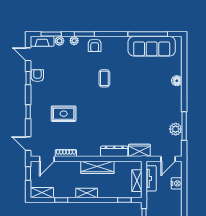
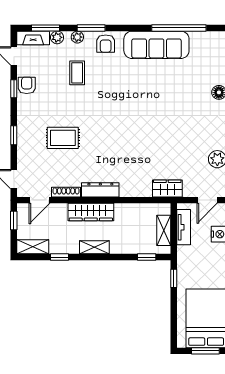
sofa: (152, 46) -> (156, 45), moved
coffee table: (104, 78) -> (77, 73), moved
dresser: (114, 151) -> (100, 190), moved
wardrobe: (97, 167) -> (91, 212), moved

